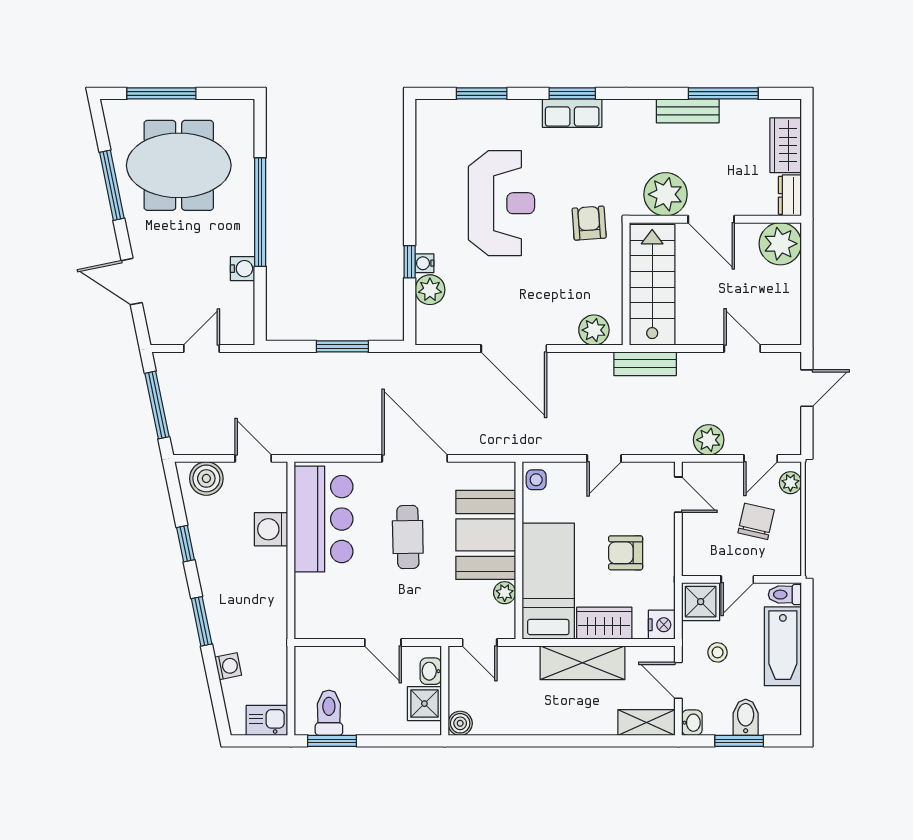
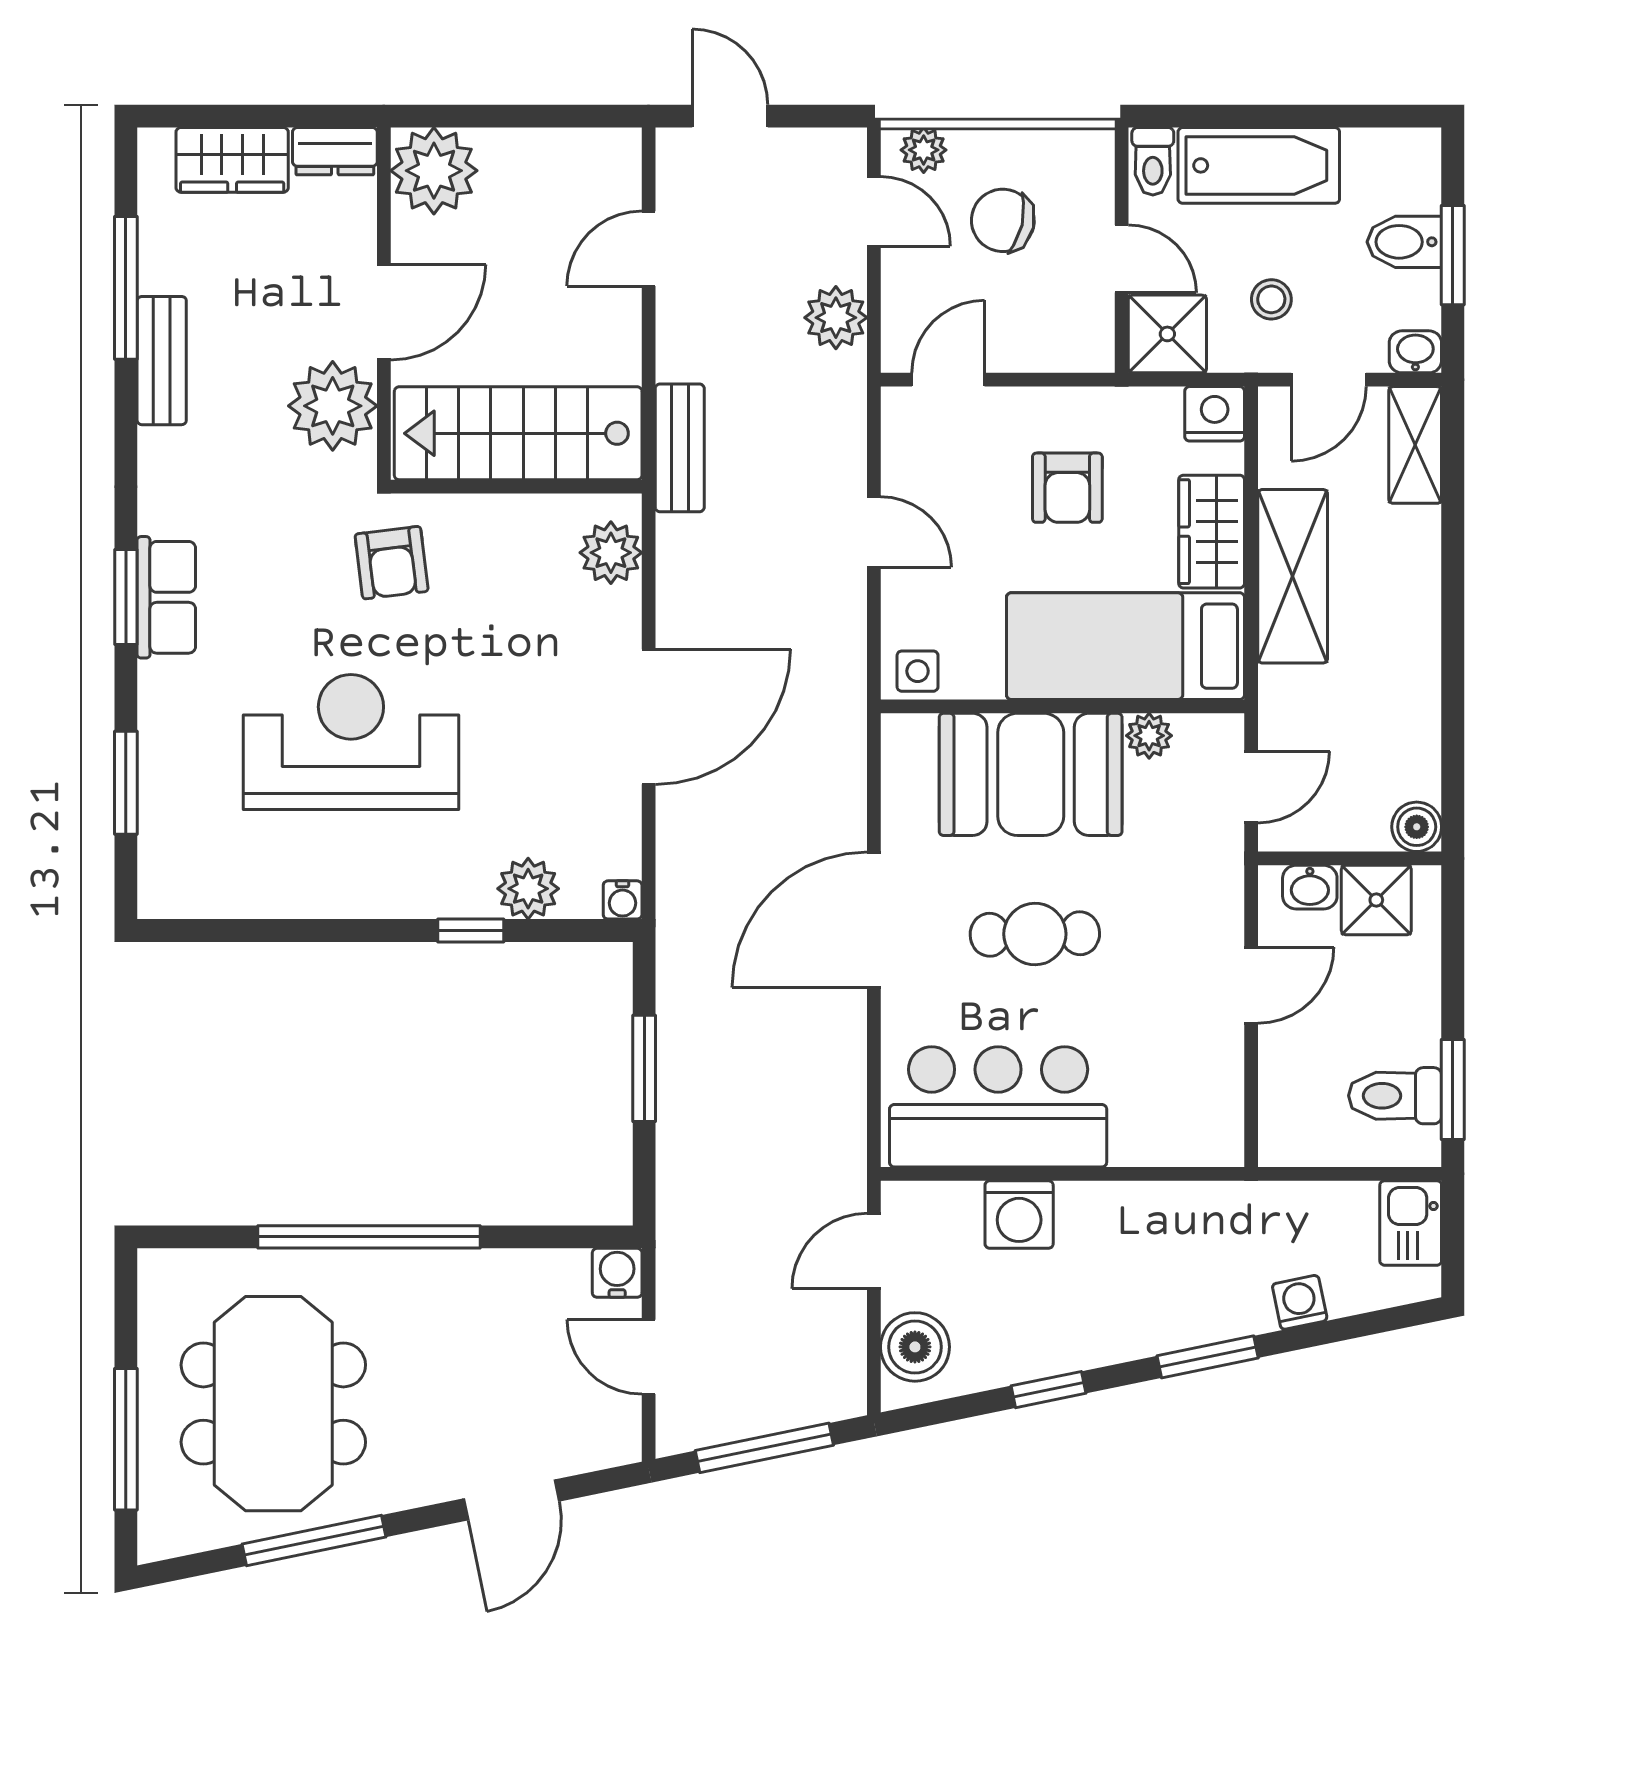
armchair: (589, 223) -> (392, 563), turned -93
water cooler: (424, 263) -> (623, 900), moved
water cooler: (243, 269) -> (617, 1273), moved

